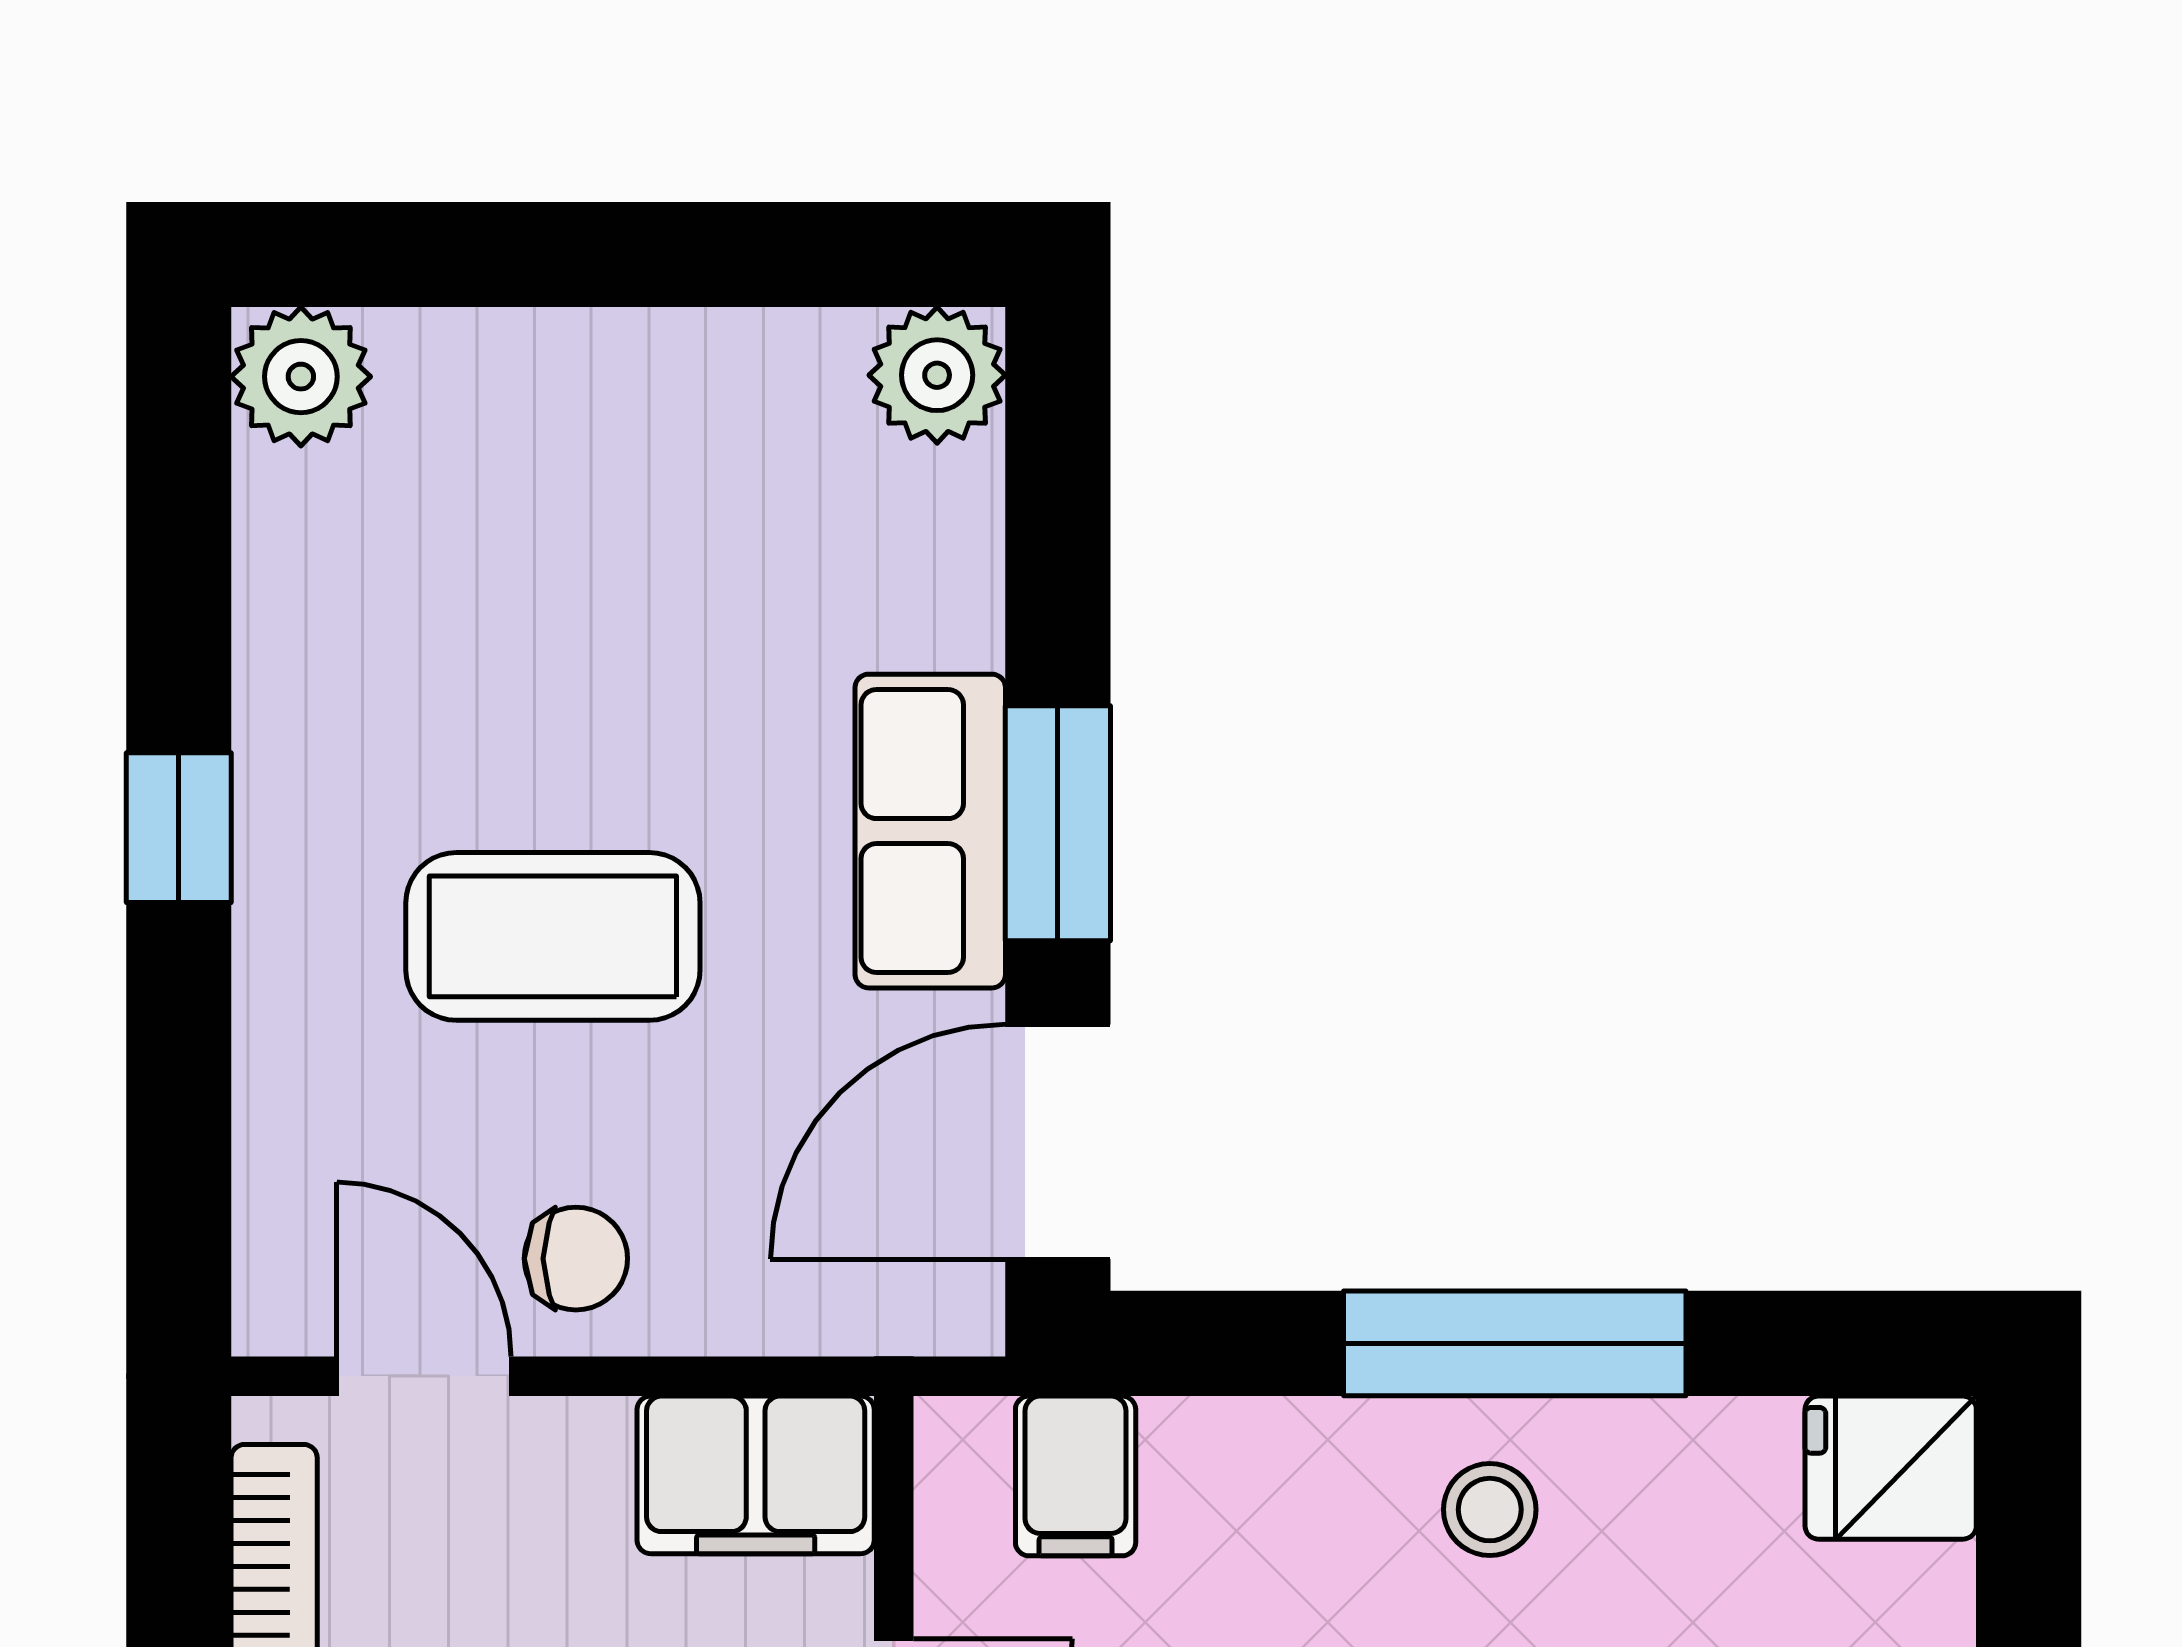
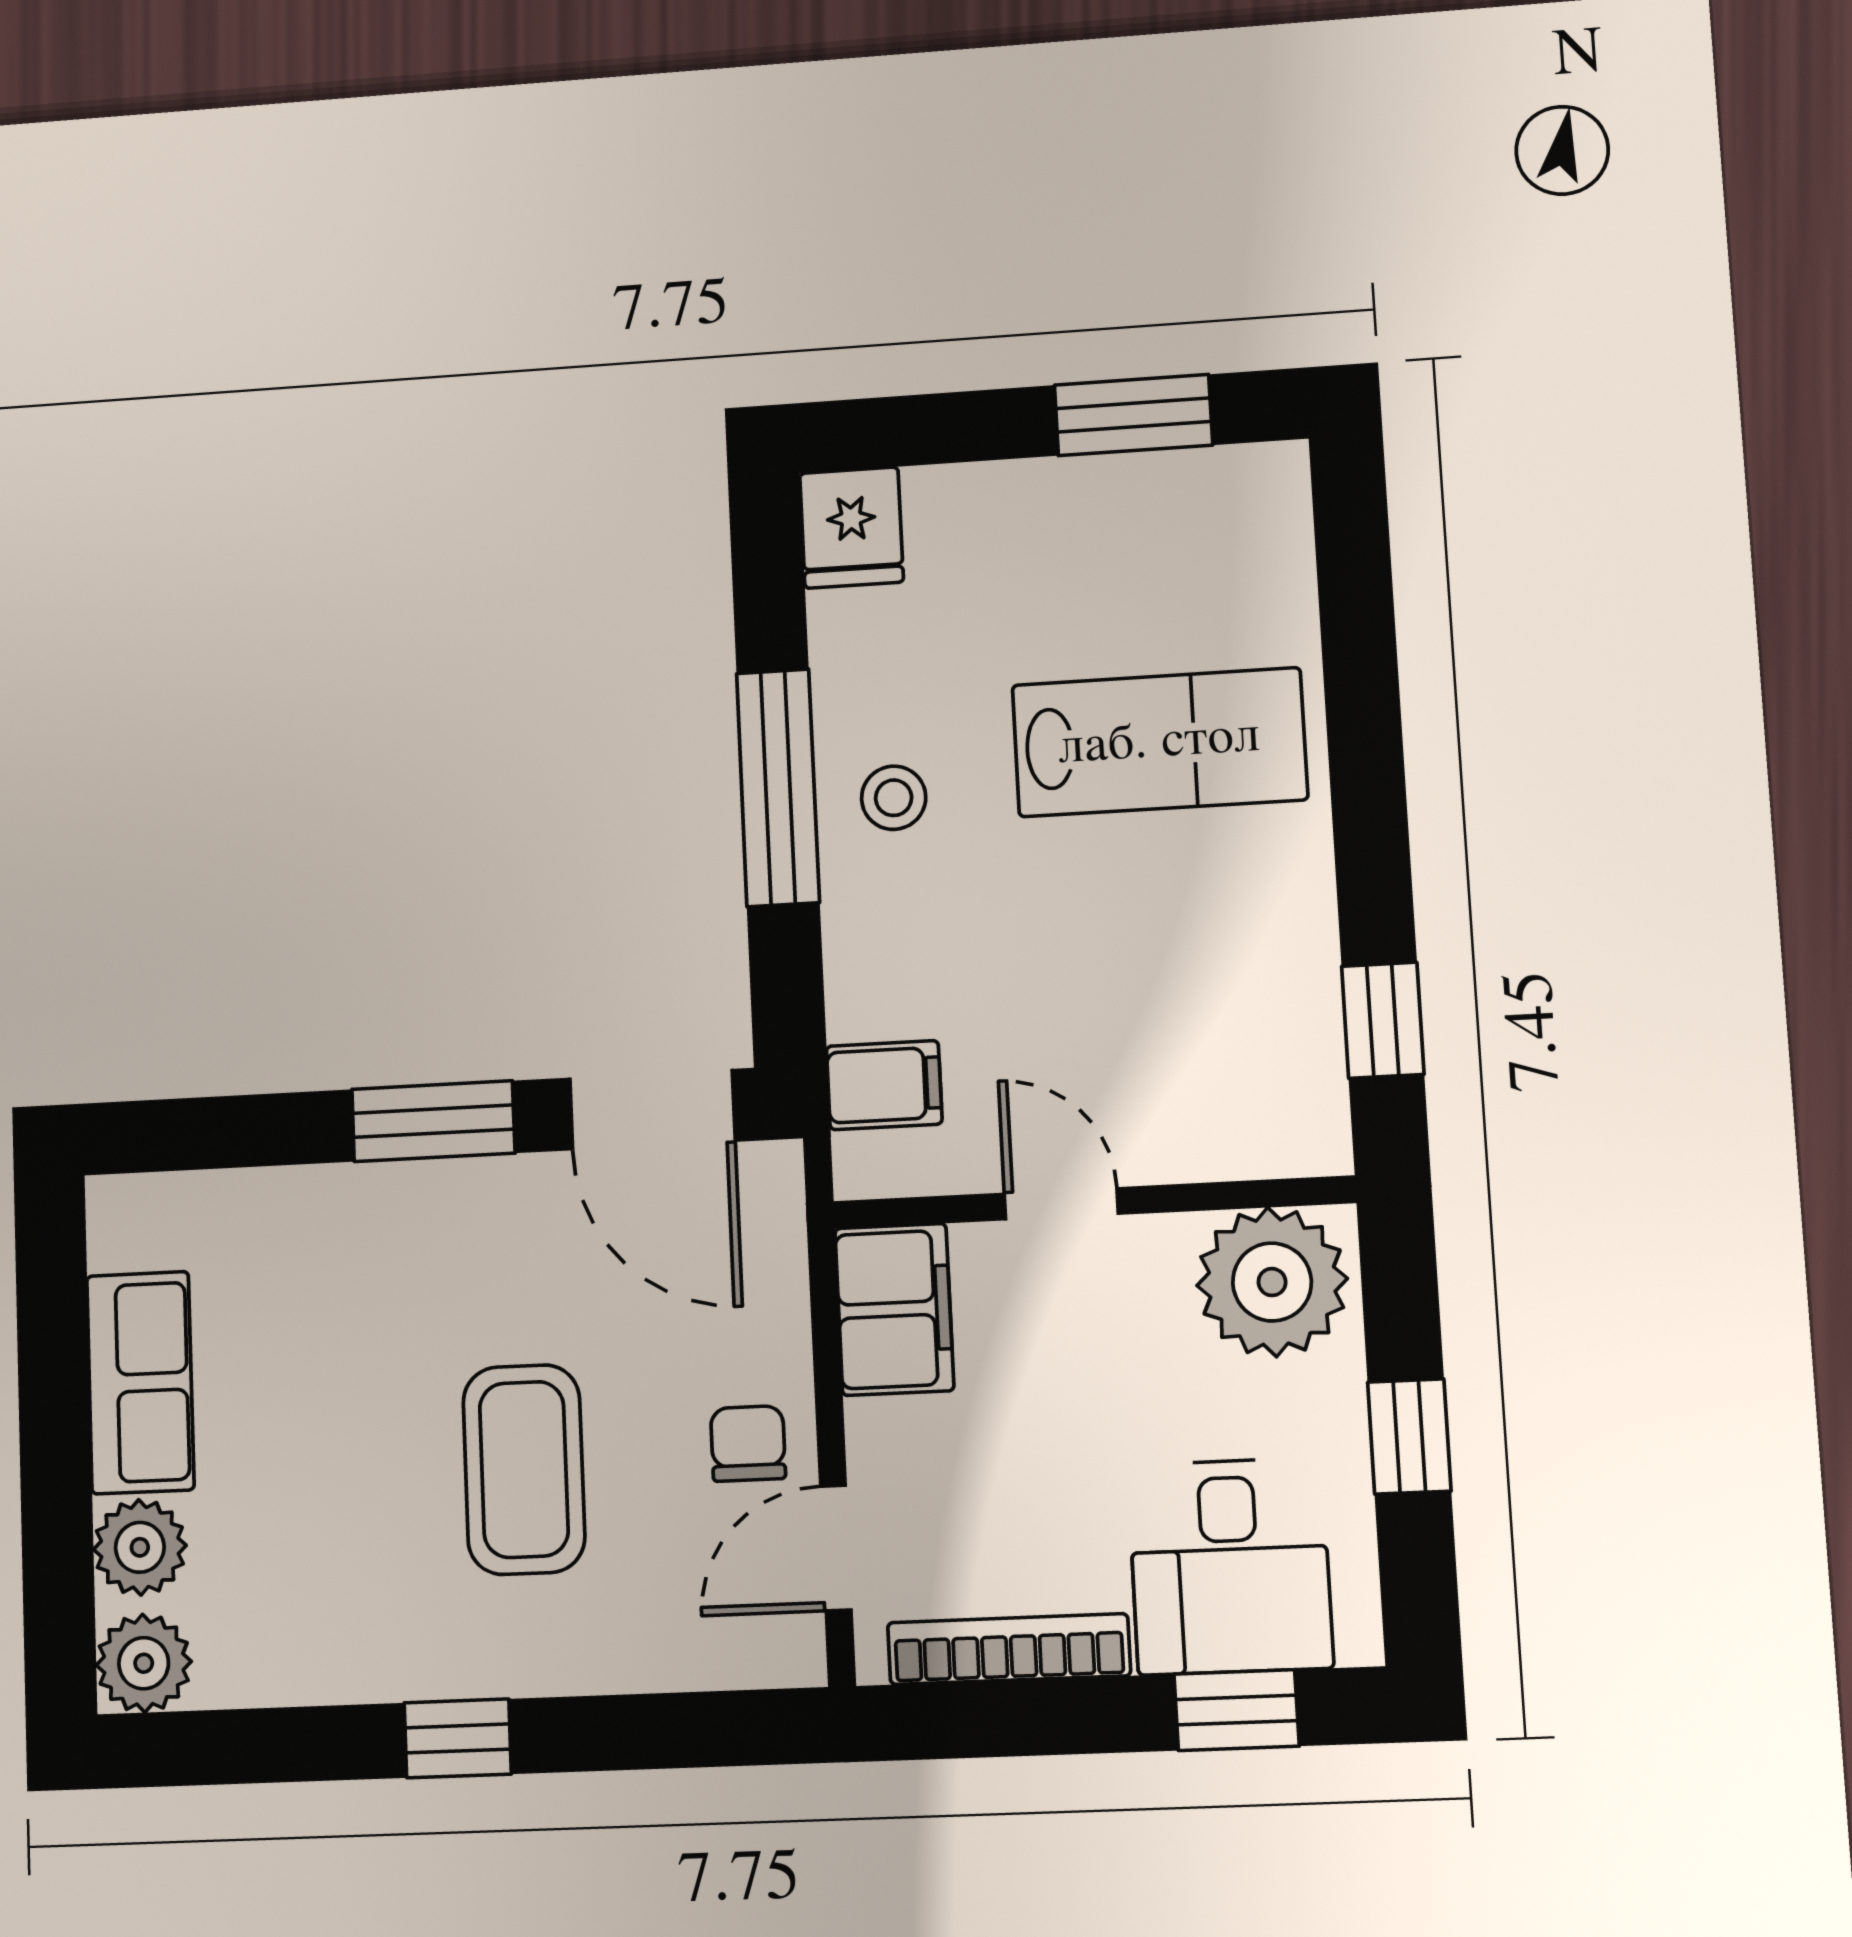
plant: (937, 375) -> (140, 1547), moved
row of seats: (930, 831) -> (140, 1383), moved, turned -90

